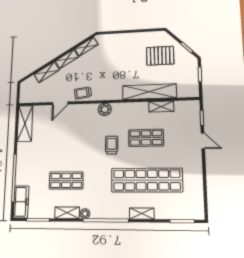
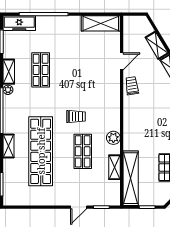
shelving: (149, 92) -> (131, 178), moved
door: (60, 103) -> (122, 61), swing flipped
plant: (105, 109) -> (113, 138), moved

